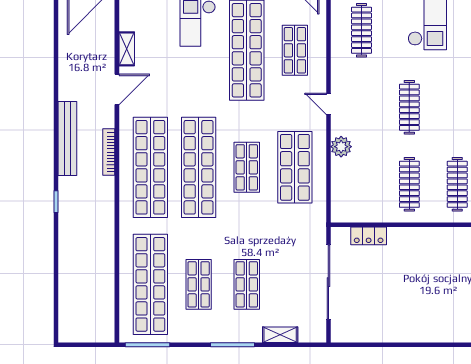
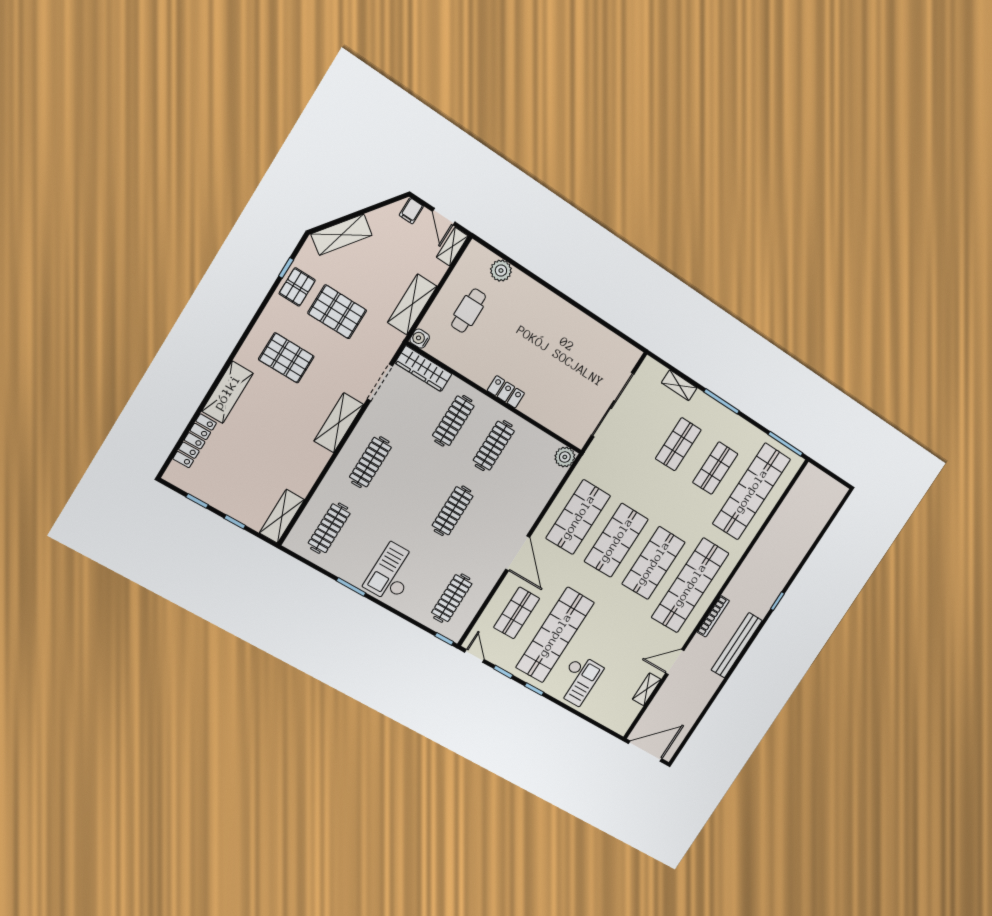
door: (328, 104) -> (518, 553), width x1.87
plant: (341, 147) -> (565, 457), moved
shop shelf: (199, 167) -> (653, 563), width x0.71
shop shelf: (247, 167) -> (616, 540), width x1.43, depth x1.36
locker: (369, 236) -> (506, 392), moved

